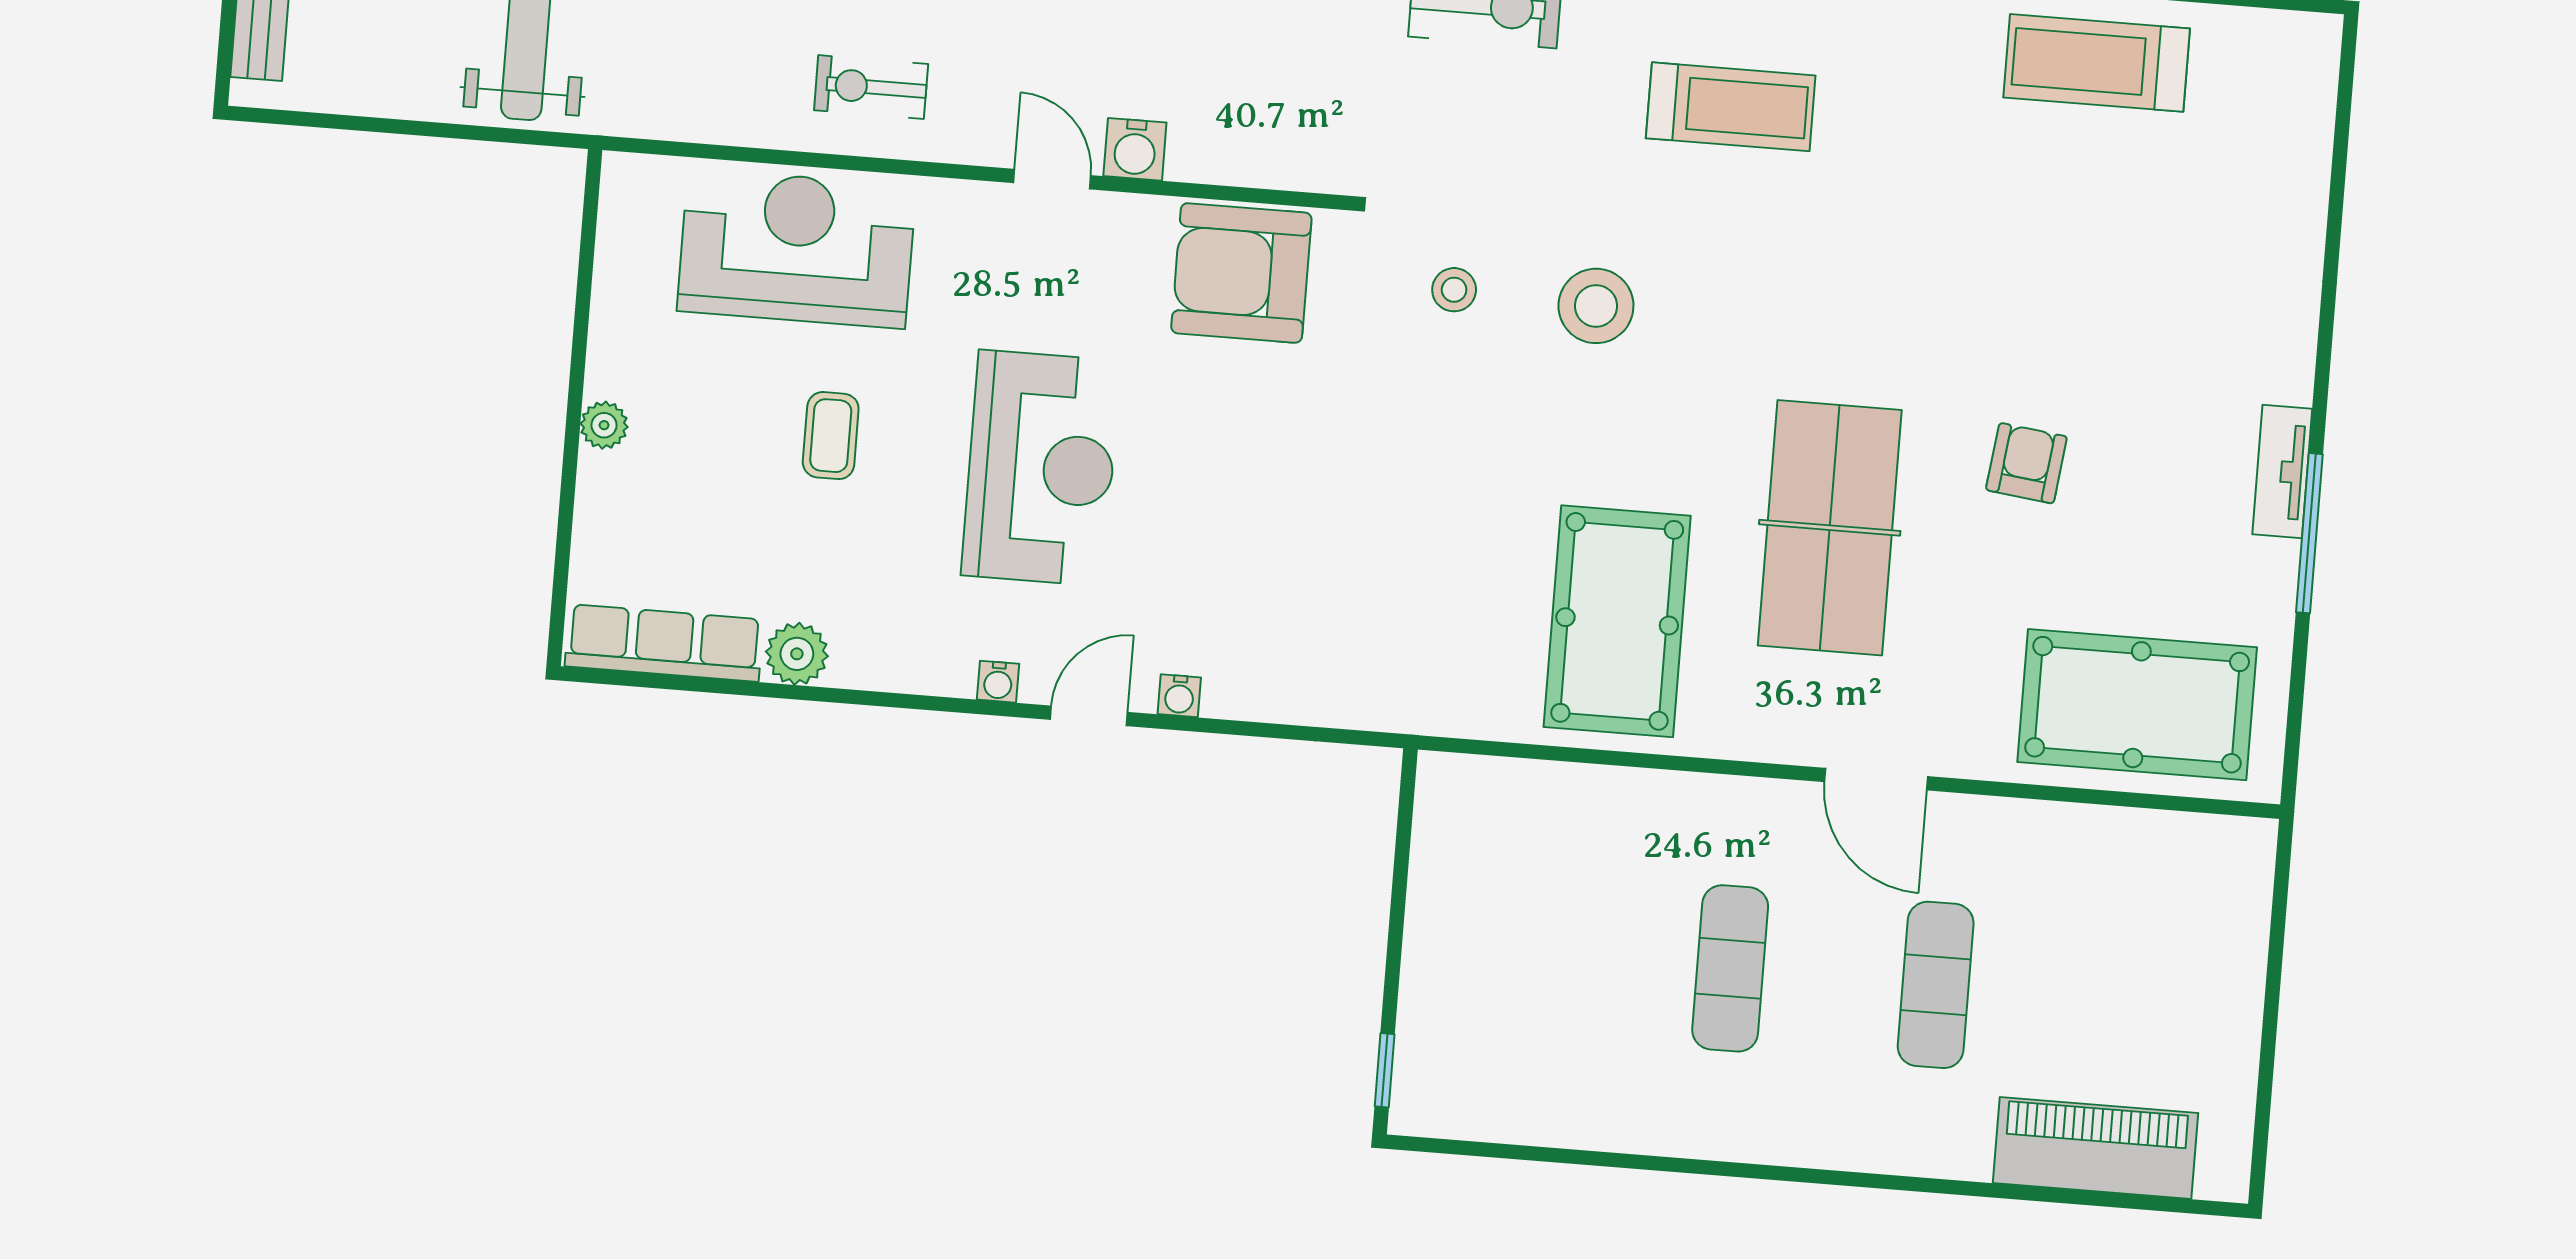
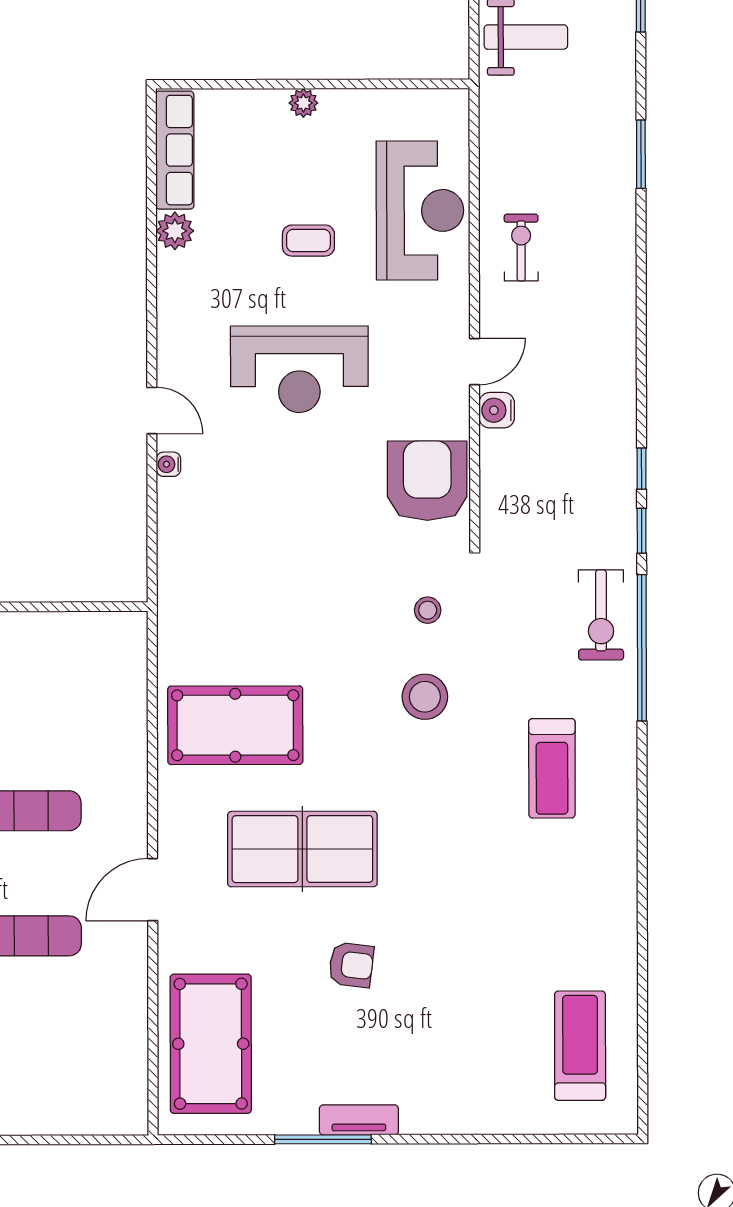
treadmill: (2097, 63) -> (580, 1046), moved
water cooler: (998, 682) -> (168, 354), removed

